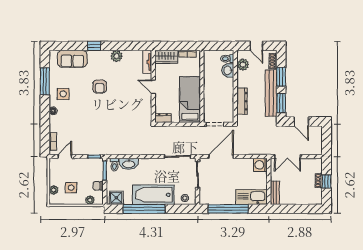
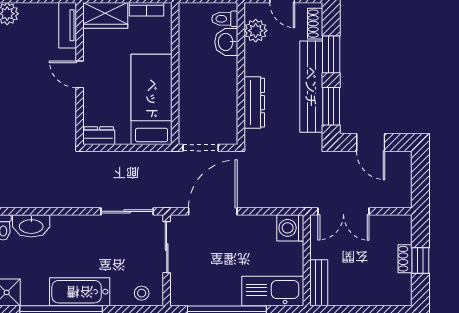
bathtub: (153, 195) -> (80, 292), width x0.73, depth x0.73

